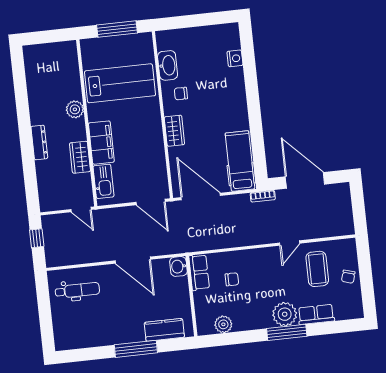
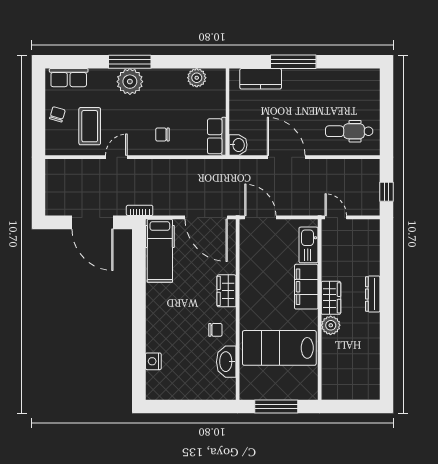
wardrobe: (80, 157) -> (331, 298), moved
chair: (232, 279) -> (163, 135), moved
row of seats: (316, 314) -> (69, 78), moved

